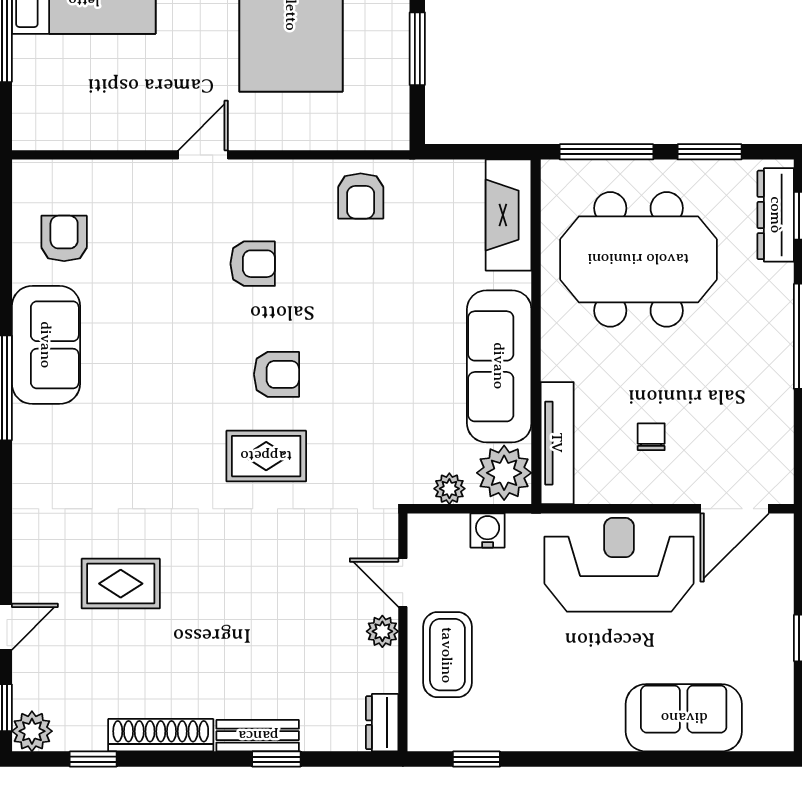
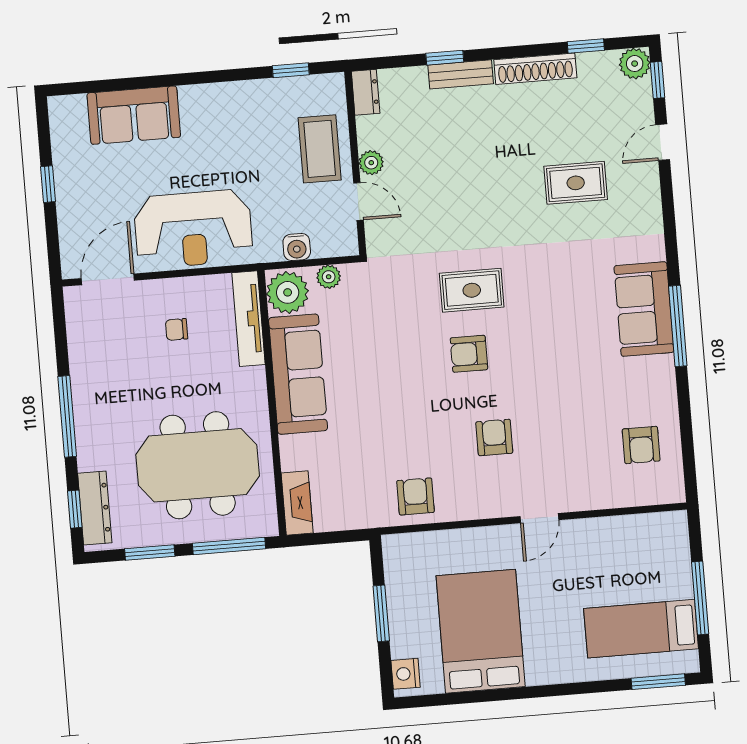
fireplace: (509, 215) -> (297, 503), width x0.73, depth x0.76
armchair: (253, 264) -> (494, 437), turned 90
sofa: (46, 345) -> (644, 309), moved
chair: (651, 437) -> (177, 329), turned 90

